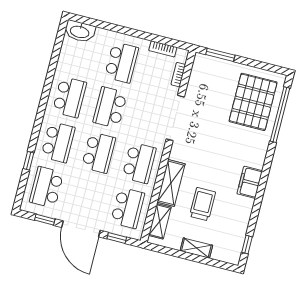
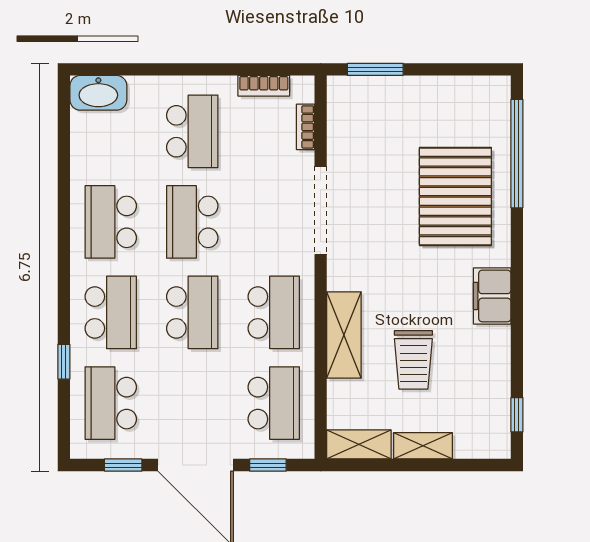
school desk: (69, 97) -> (111, 222), turned 180
pallet: (253, 102) -> (455, 196), moved
trolley: (202, 204) -> (413, 360), turned 180
shelving: (160, 221) -> (359, 444), moved, turned 90

